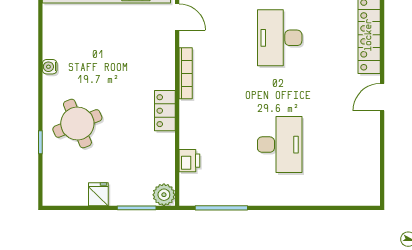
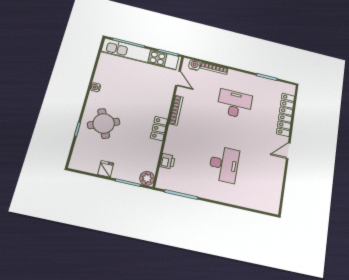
desk: (280, 38) -> (235, 104), turned 90

